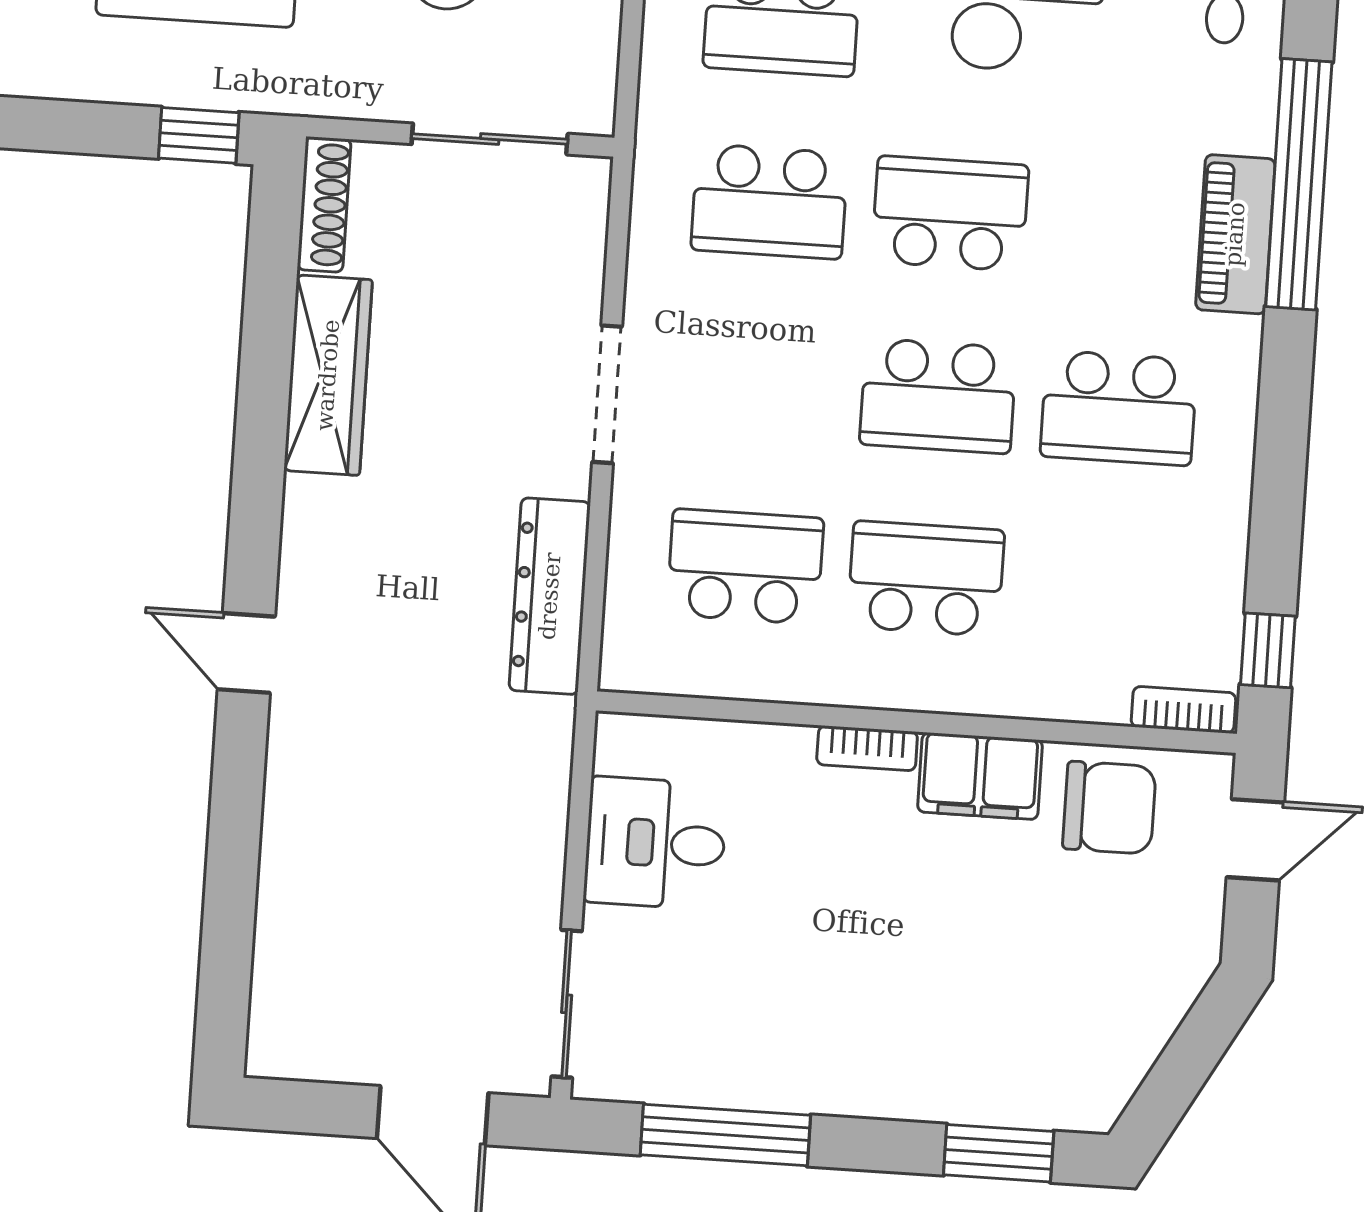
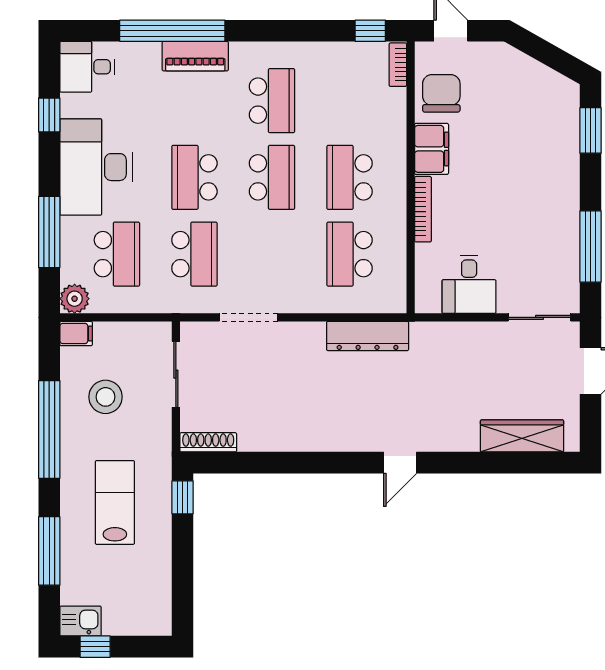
wardrobe: (328, 375) -> (522, 436), moved
doorway: (607, 394) -> (249, 317), moved
bookcase: (867, 748) -> (423, 209), width x1.56

